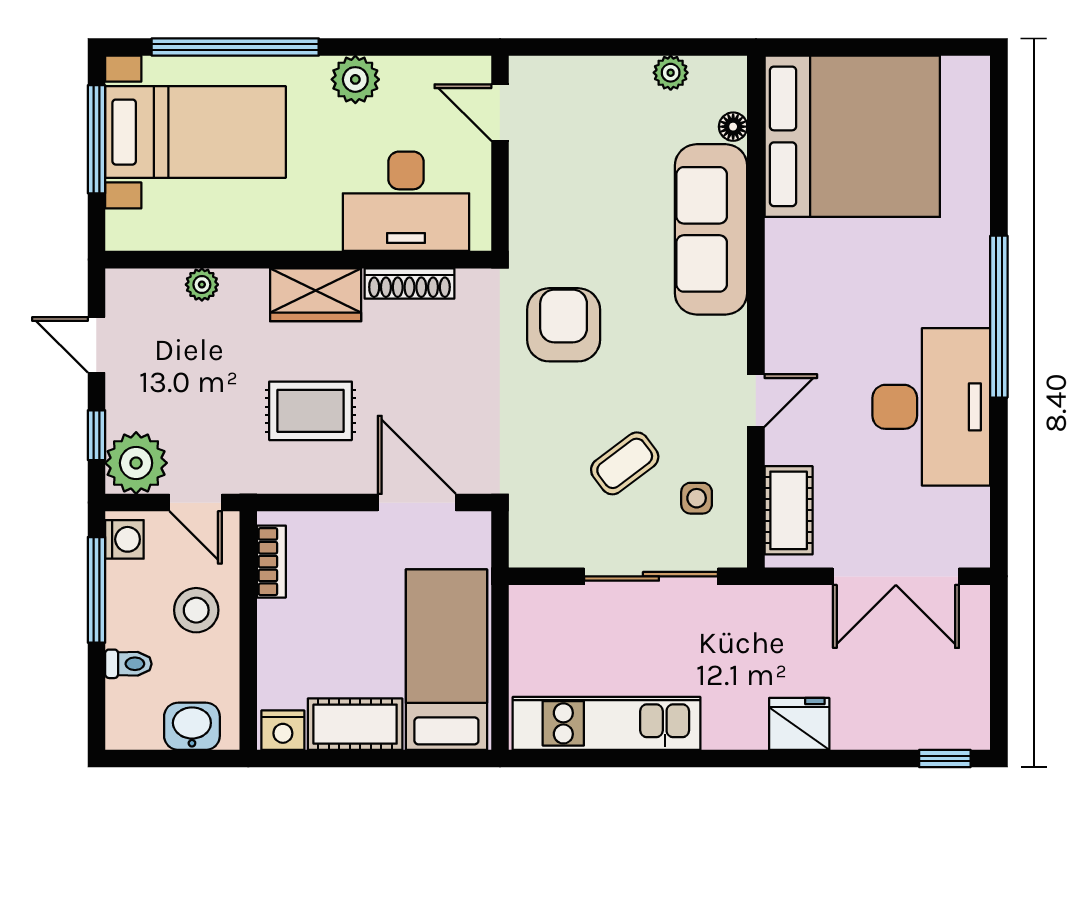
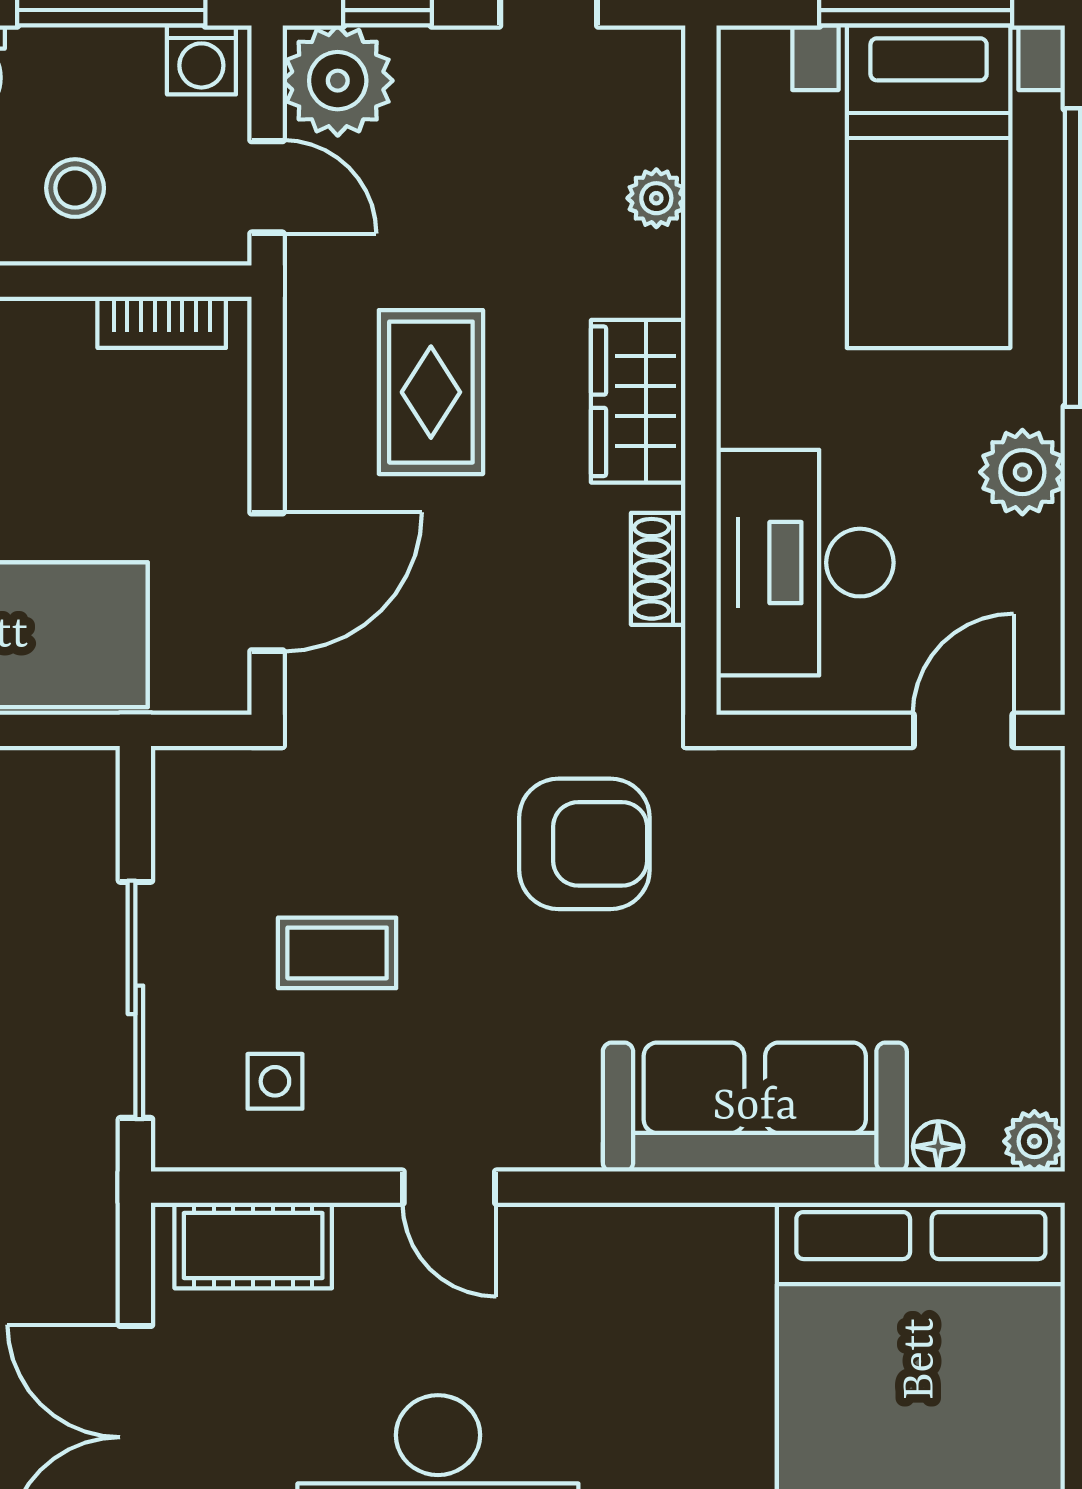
plant: (671, 73) -> (1034, 1141), moved
shoe rack: (409, 284) -> (658, 569), width x0.70
coffee table: (625, 463) -> (337, 953), turned -53
door: (196, 503) -> (267, 187), swing flipped
stool: (196, 610) -> (75, 188), width x0.73, depth x0.73

